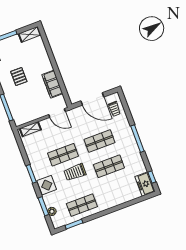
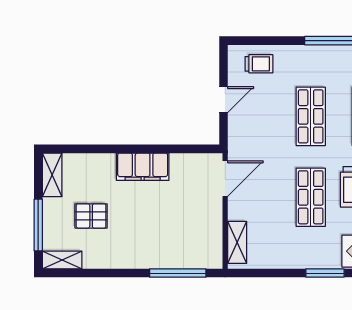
pallet: (19, 77) -> (91, 216), moved
filing cabinet: (52, 84) -> (143, 167), moved
door: (92, 99) -> (224, 100), width x0.53

